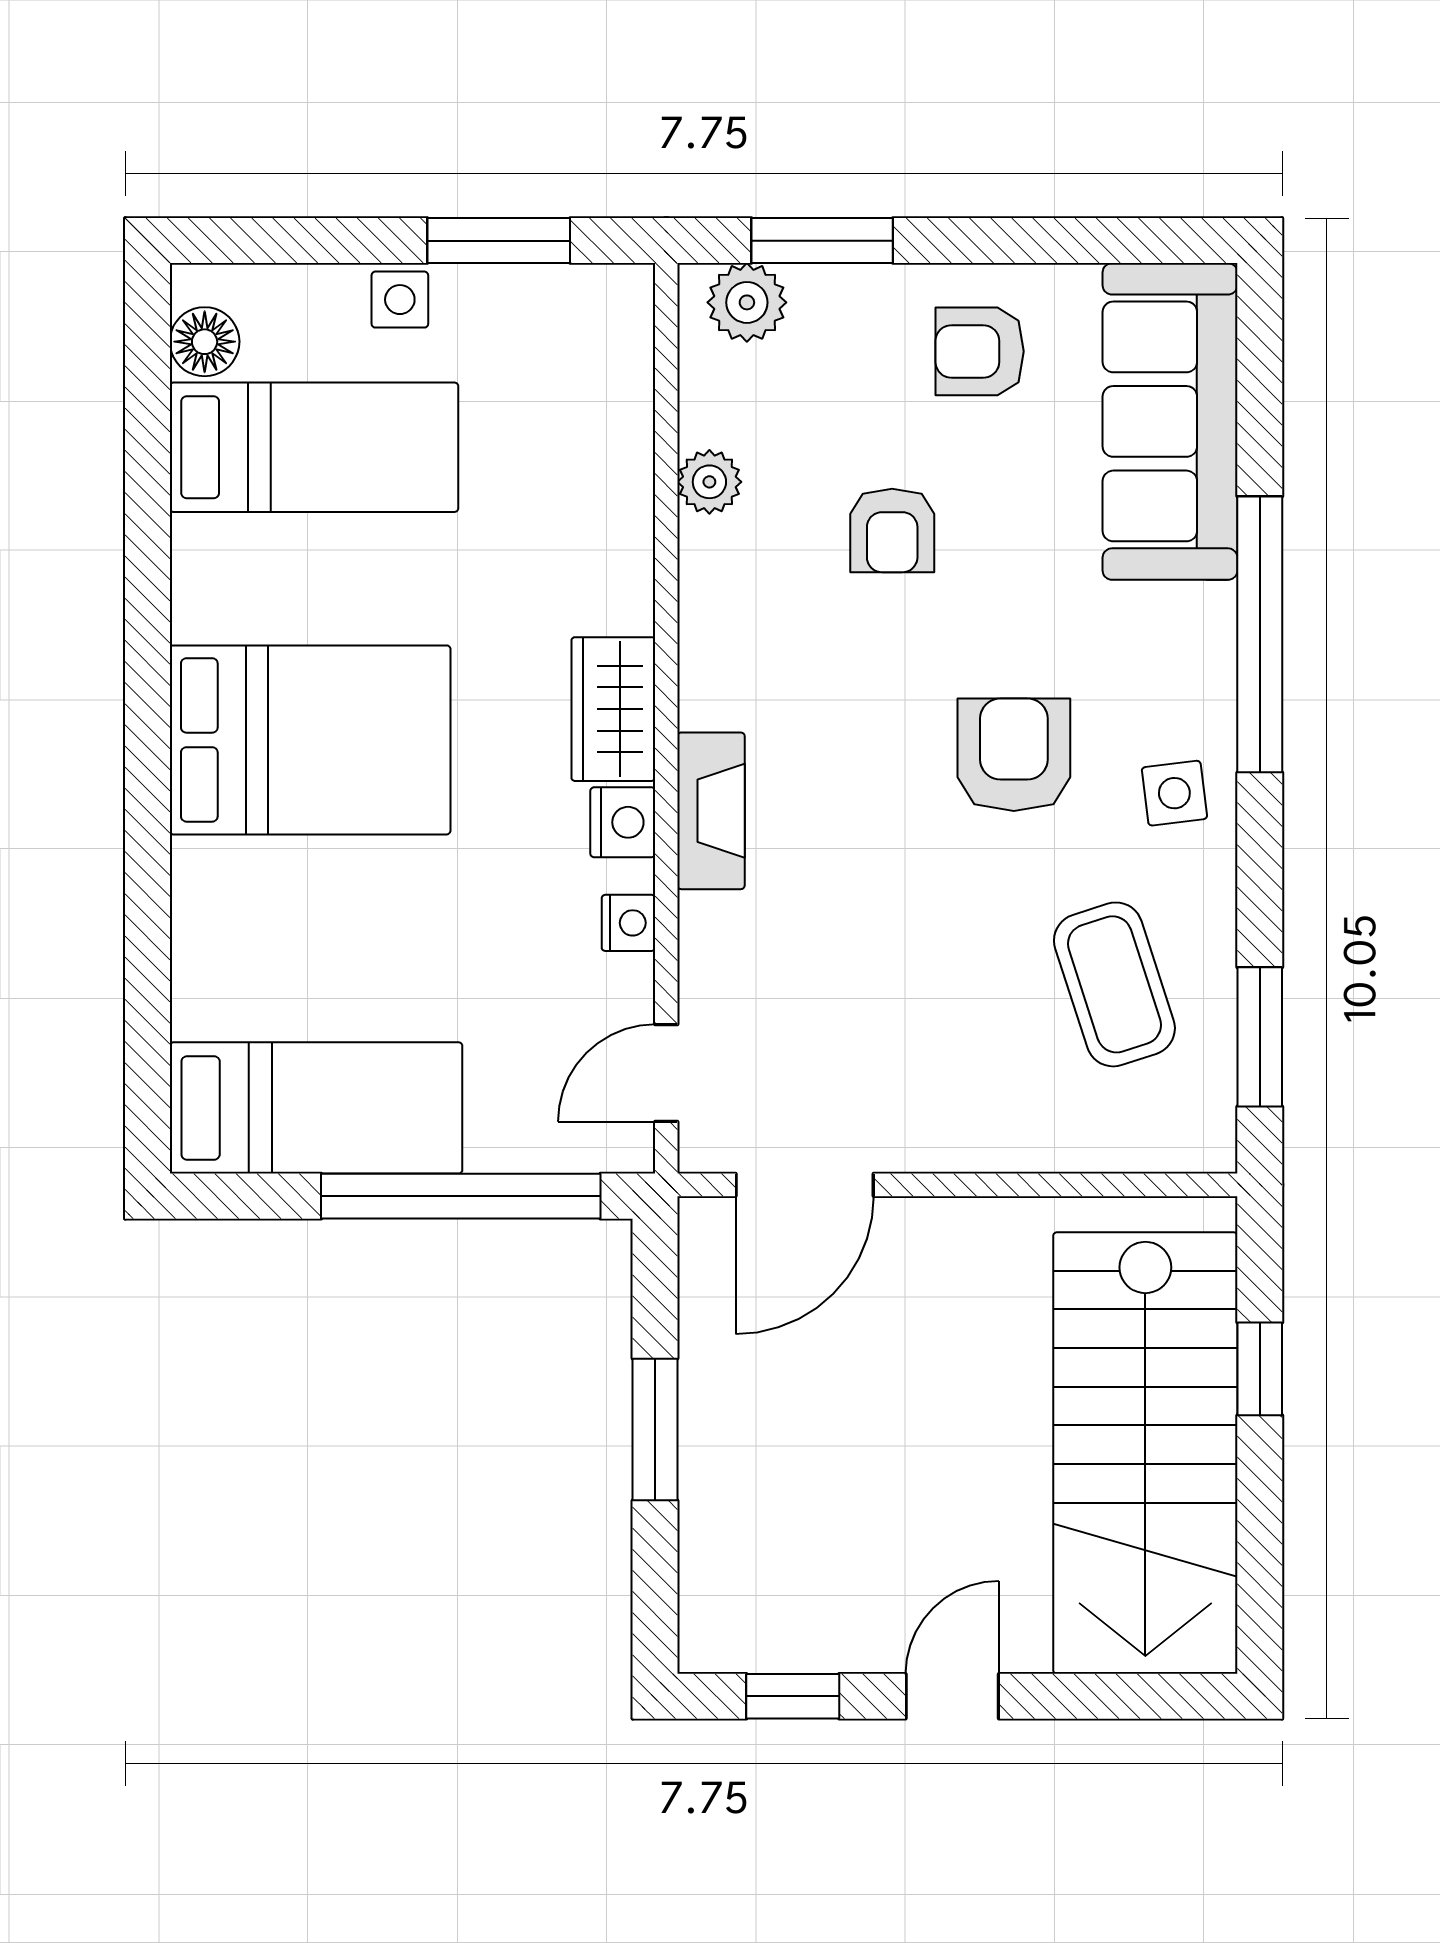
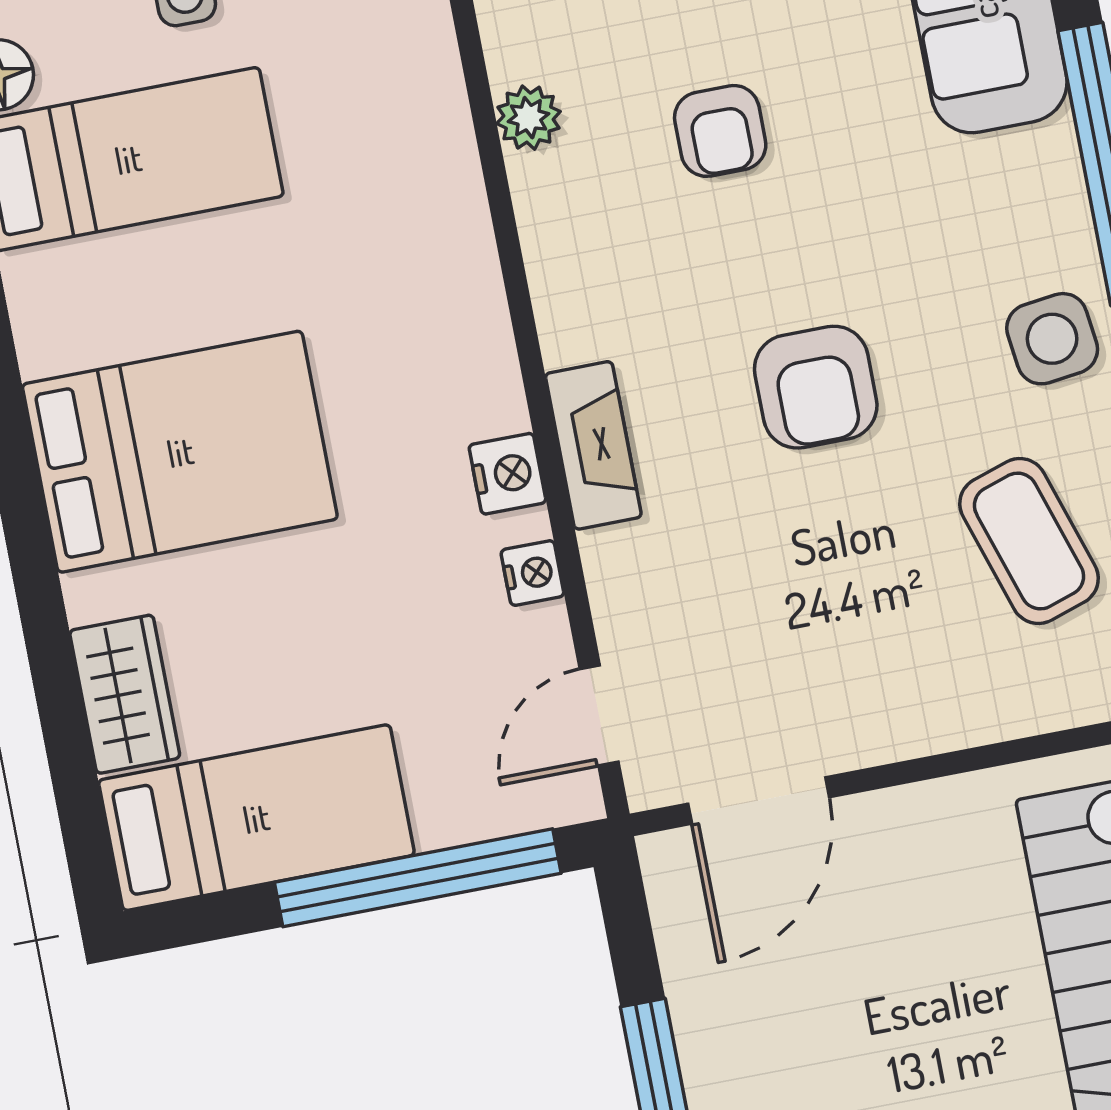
wardrobe: (613, 709) -> (125, 694), moved, turned 180
armchair: (1014, 755) -> (816, 387), moved, turned 180
side table: (1174, 793) -> (1052, 339), width x1.37, depth x1.37

